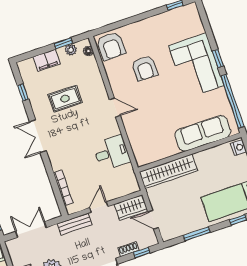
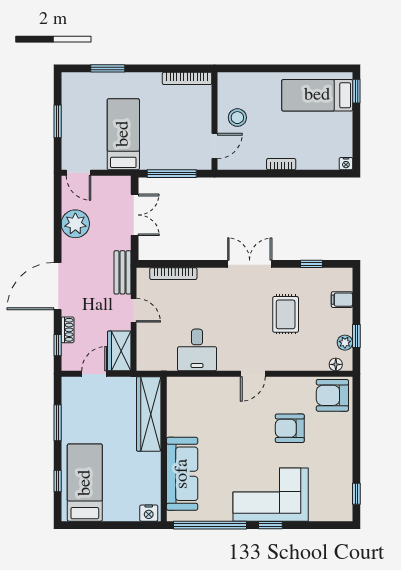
filing cabinet: (47, 60) -> (342, 300), width x0.50

